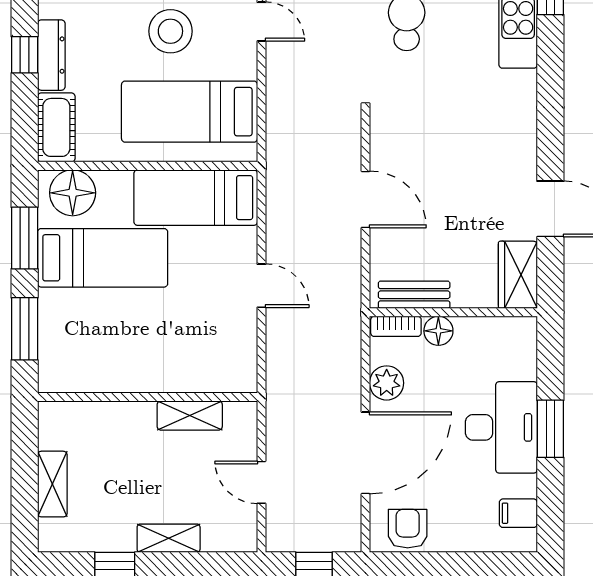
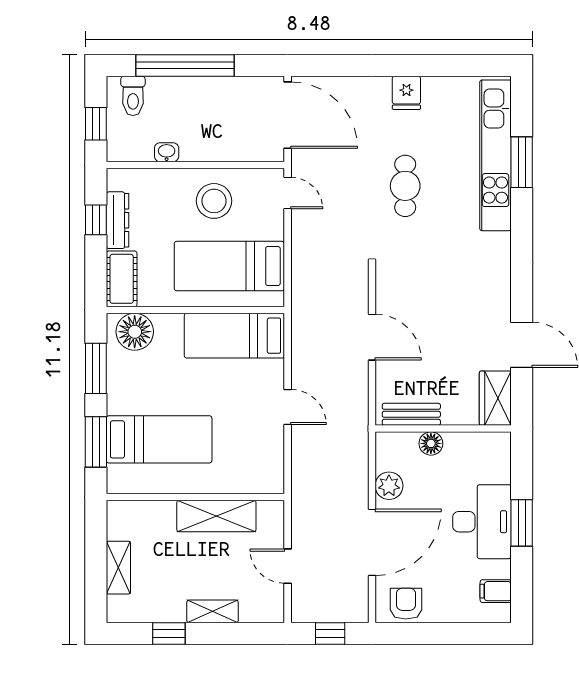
bed: (103, 258) -> (159, 439), moved
bookcase: (396, 326) -> (397, 440), removed
shelving: (190, 415) -> (216, 516), width x1.50, depth x1.33

